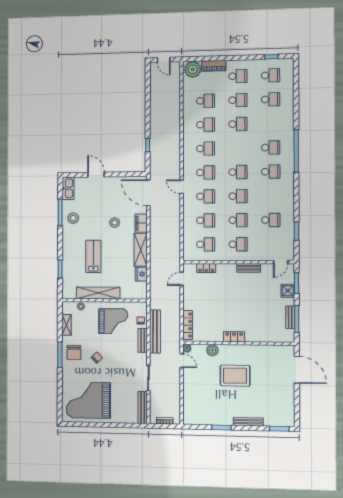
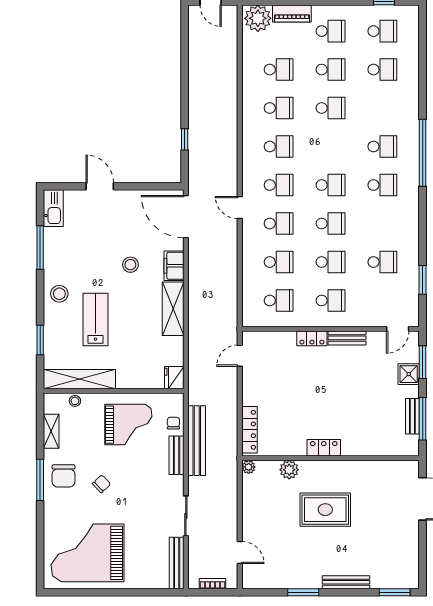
stool: (73, 218) -> (59, 294), moved
locker: (206, 268) -> (312, 338), moved
fridge: (141, 274) -> (174, 378), moved
shelving: (98, 293) -> (79, 379), moved
door: (182, 361) -> (240, 553), moved

